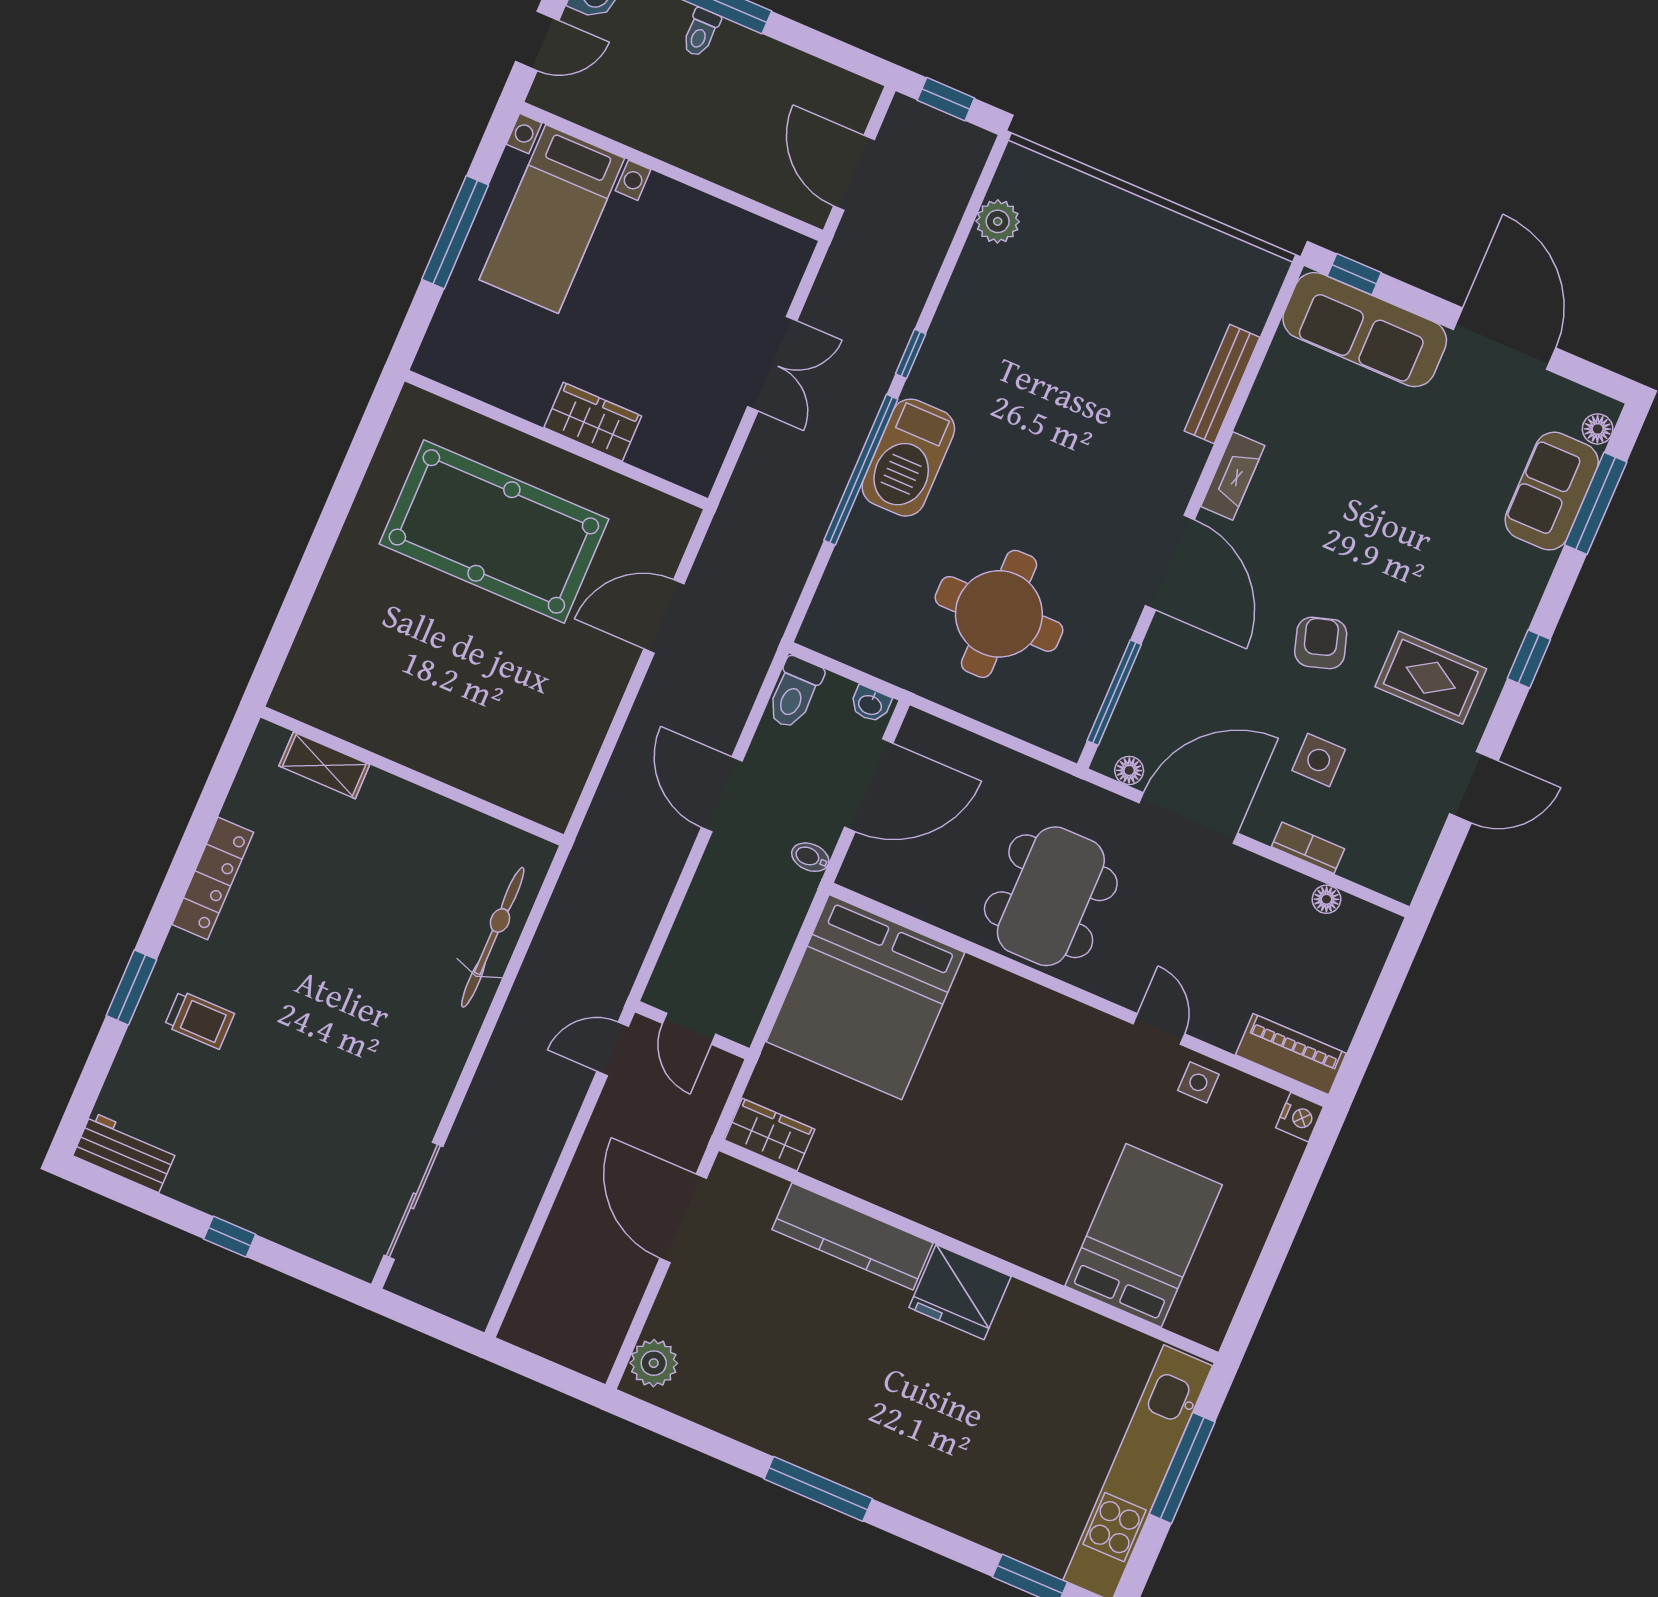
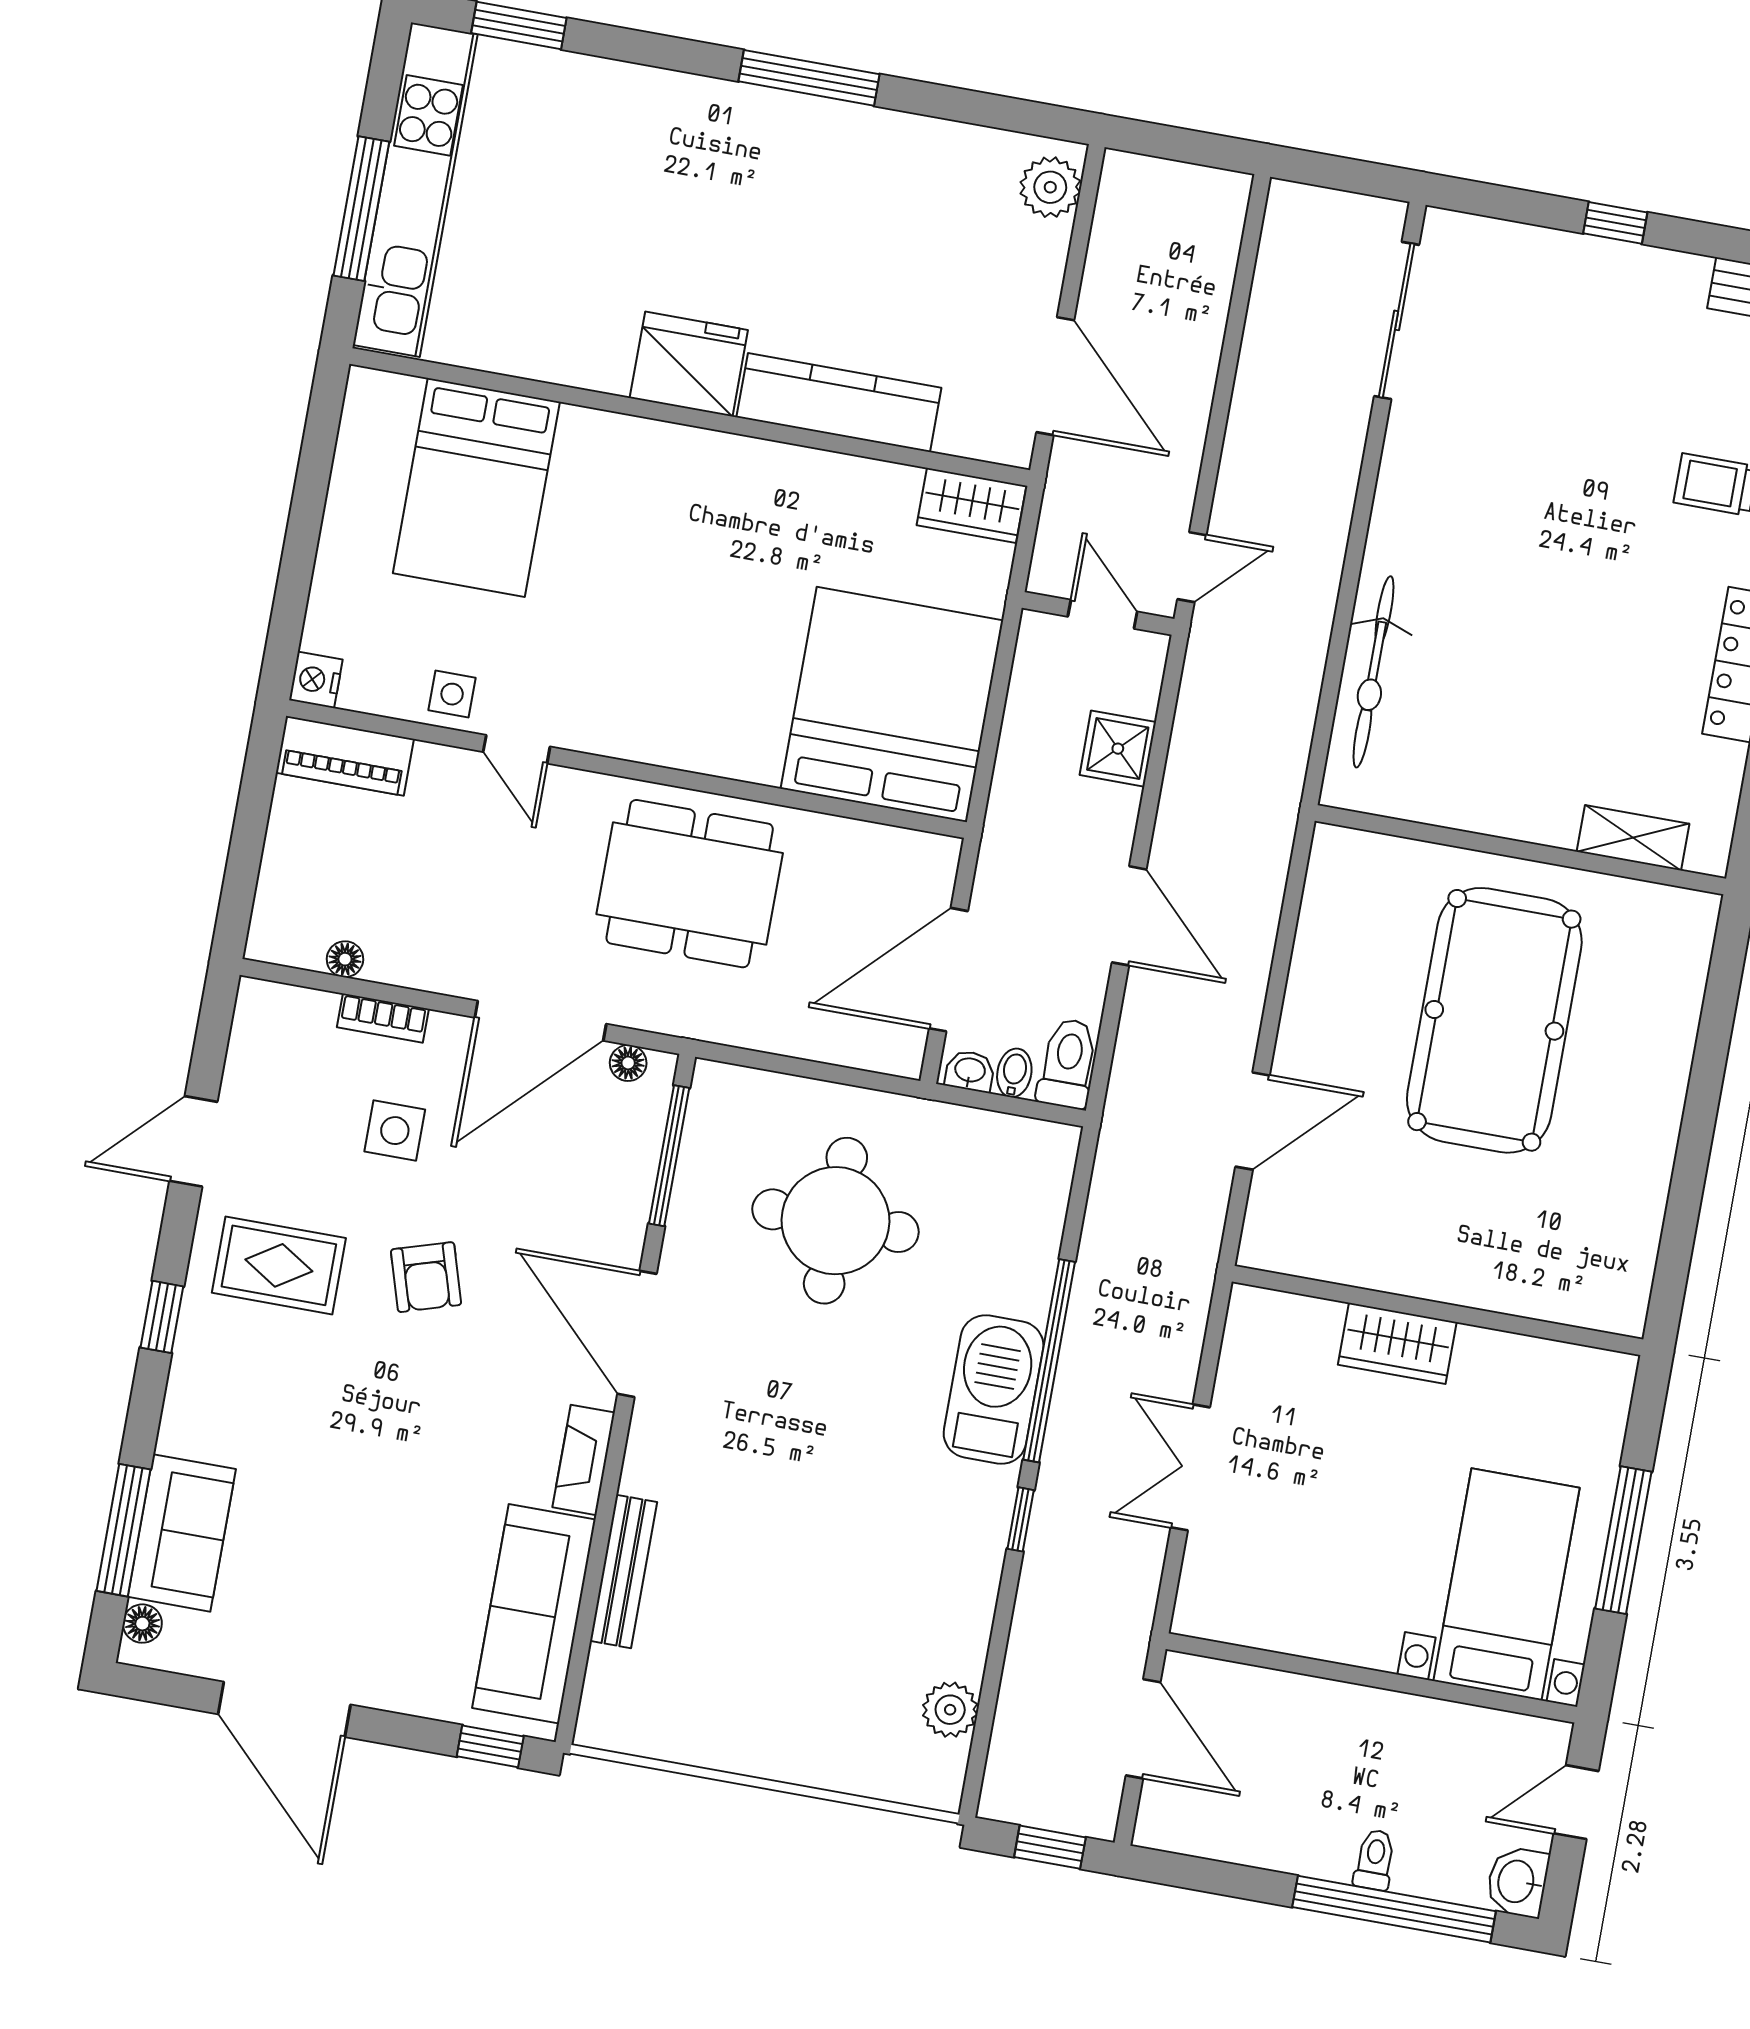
sofa: (1365, 330) -> (534, 1614), moved, turned -90
pool table: (494, 531) -> (1494, 1020), moved, turned 90
bidet: (810, 857) -> (1014, 1073), moved, turned -90
dining table: (1051, 896) -> (690, 884), turned 90
shower: (701, 924) -> (1118, 749), added

